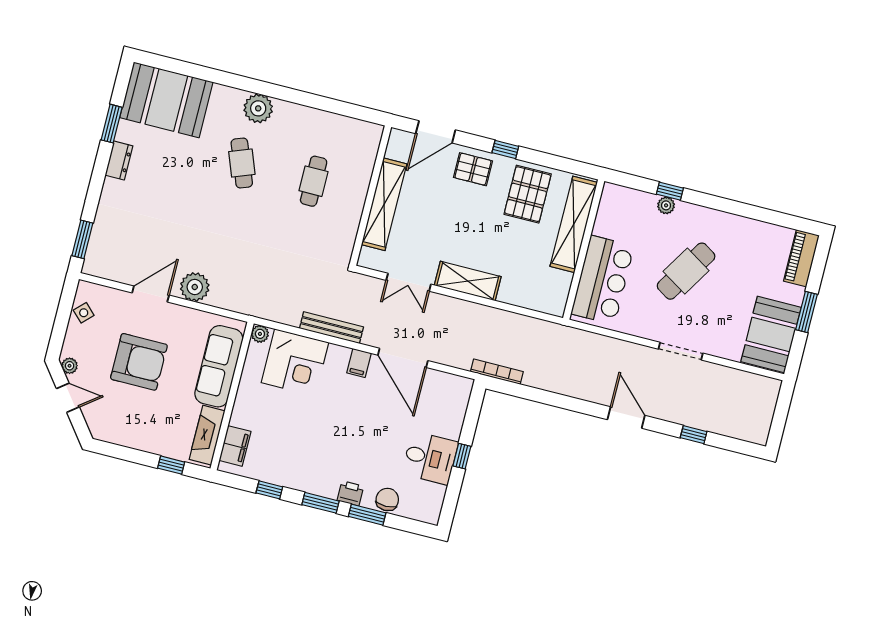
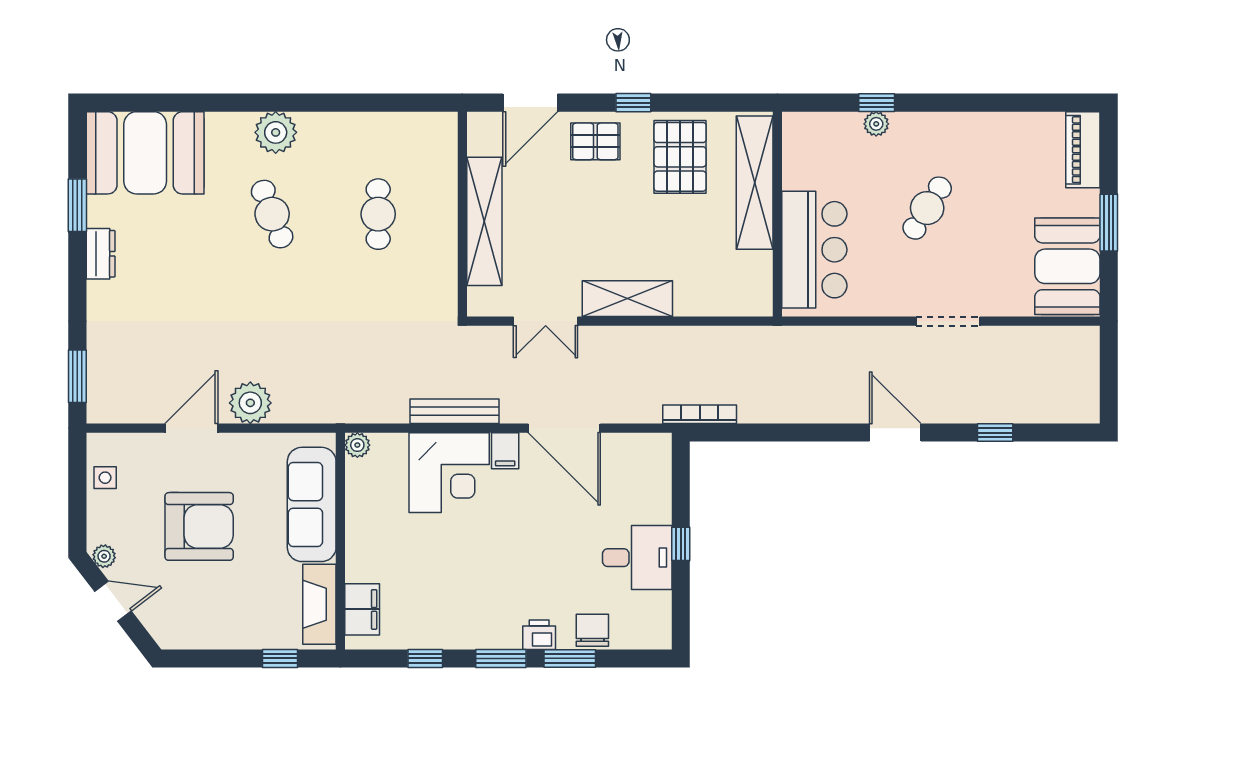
cafe table: (686, 271) -> (927, 208), width x0.73, depth x0.74
side table: (84, 313) -> (105, 478), turned 45
corner desk: (295, 363) -> (449, 473), moved

